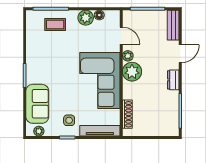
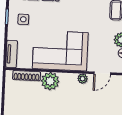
plant: (132, 72) -> (50, 81), moved
tv unit: (100, 131) -> (12, 54), width x0.71

